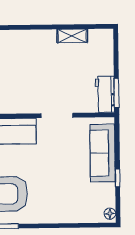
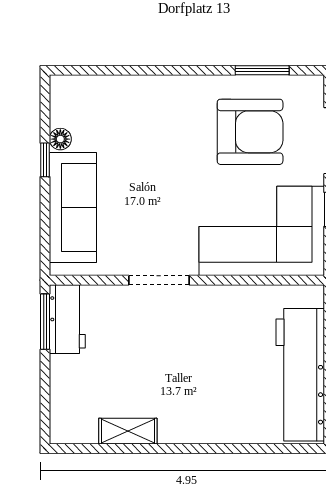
floor lamp: (110, 214) -> (60, 139), moved

